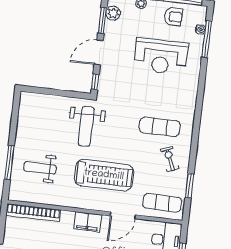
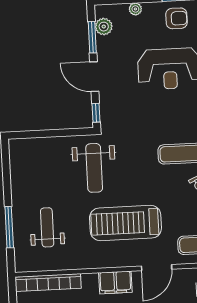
door: (99, 52) -> (94, 77), hinge flipped
weight bench: (40, 168) -> (47, 227), turned 90
treadmill: (104, 175) -> (125, 223), turned 180

